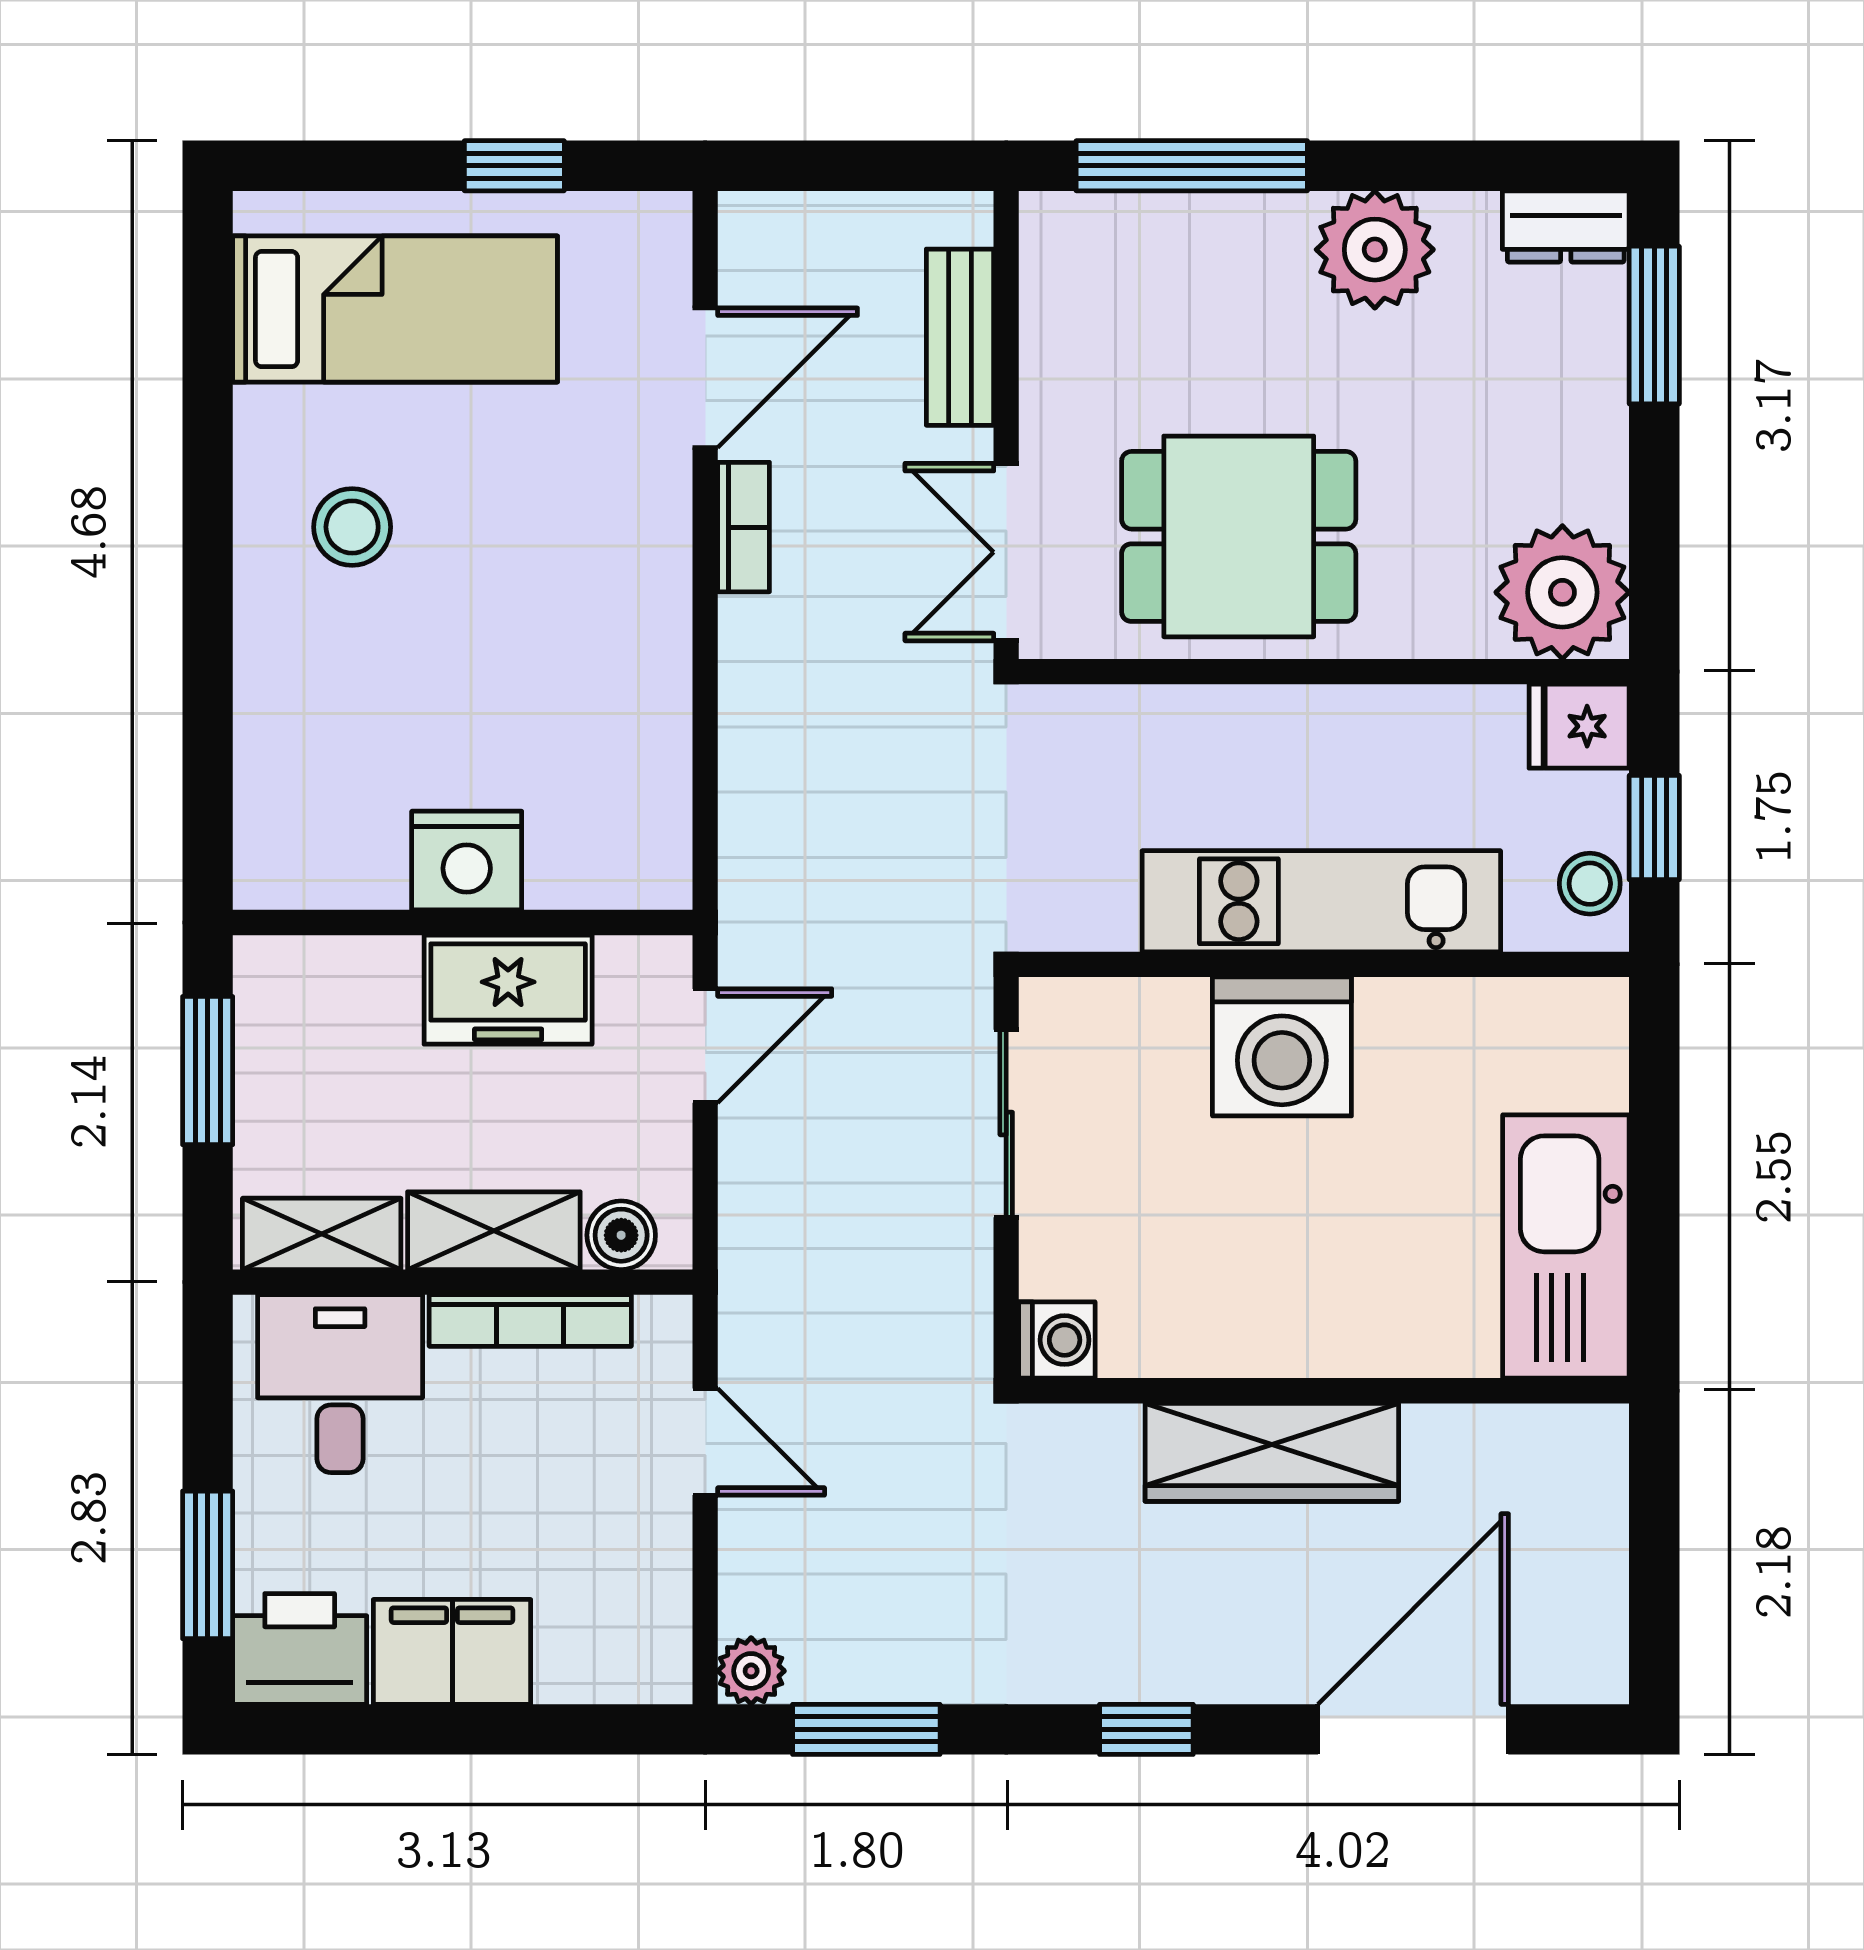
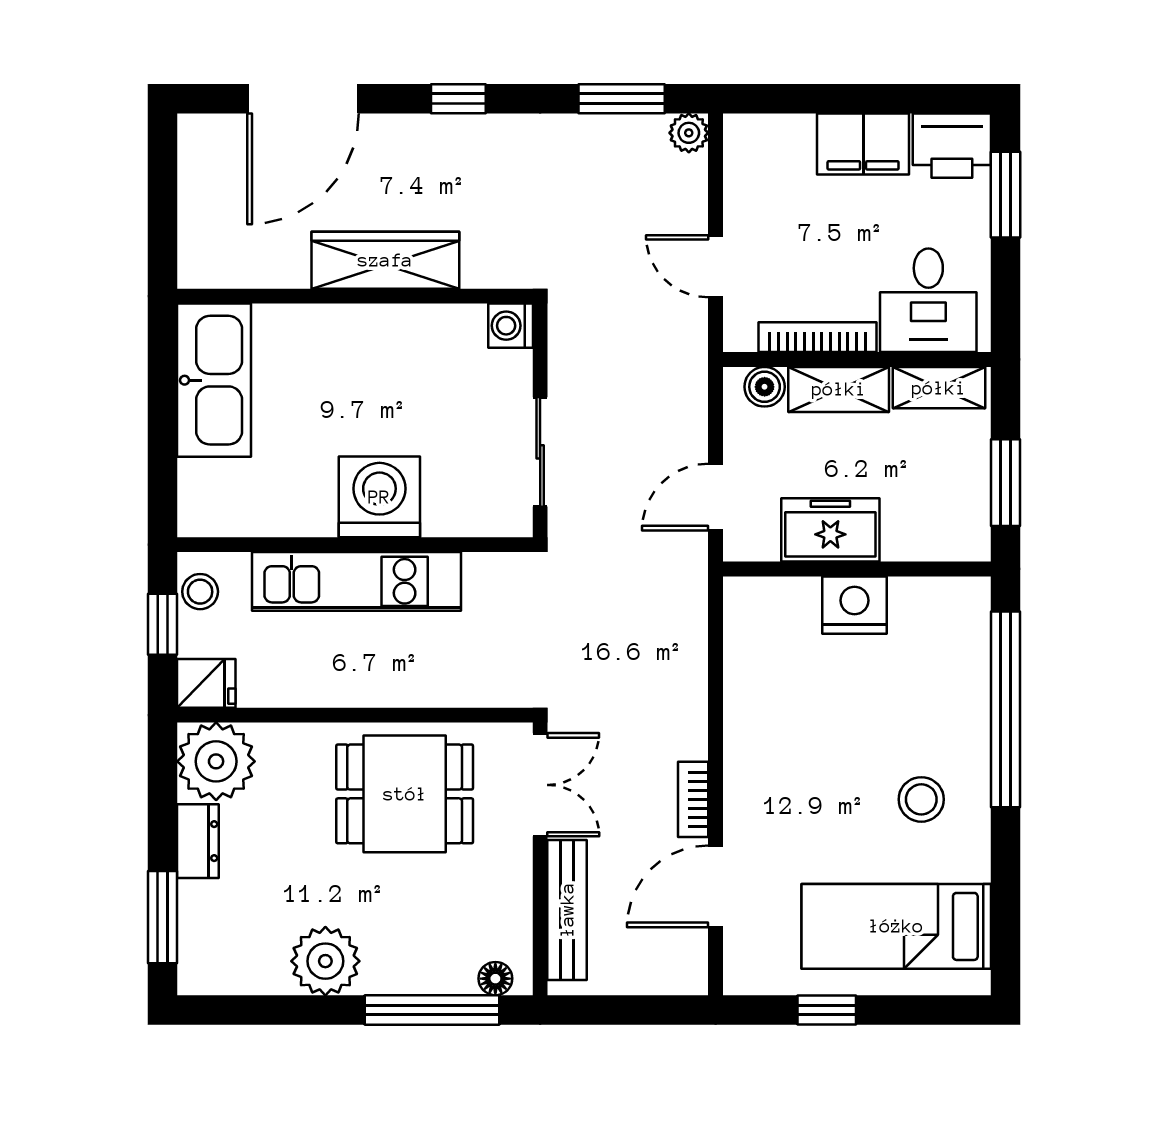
floor lamp: (1083, 220) -> (495, 979), added
dresser: (1566, 227) -> (198, 841), moved, turned 90
bench: (960, 337) -> (567, 910), width x1.36
window: (208, 682) -> (1005, 709), added

